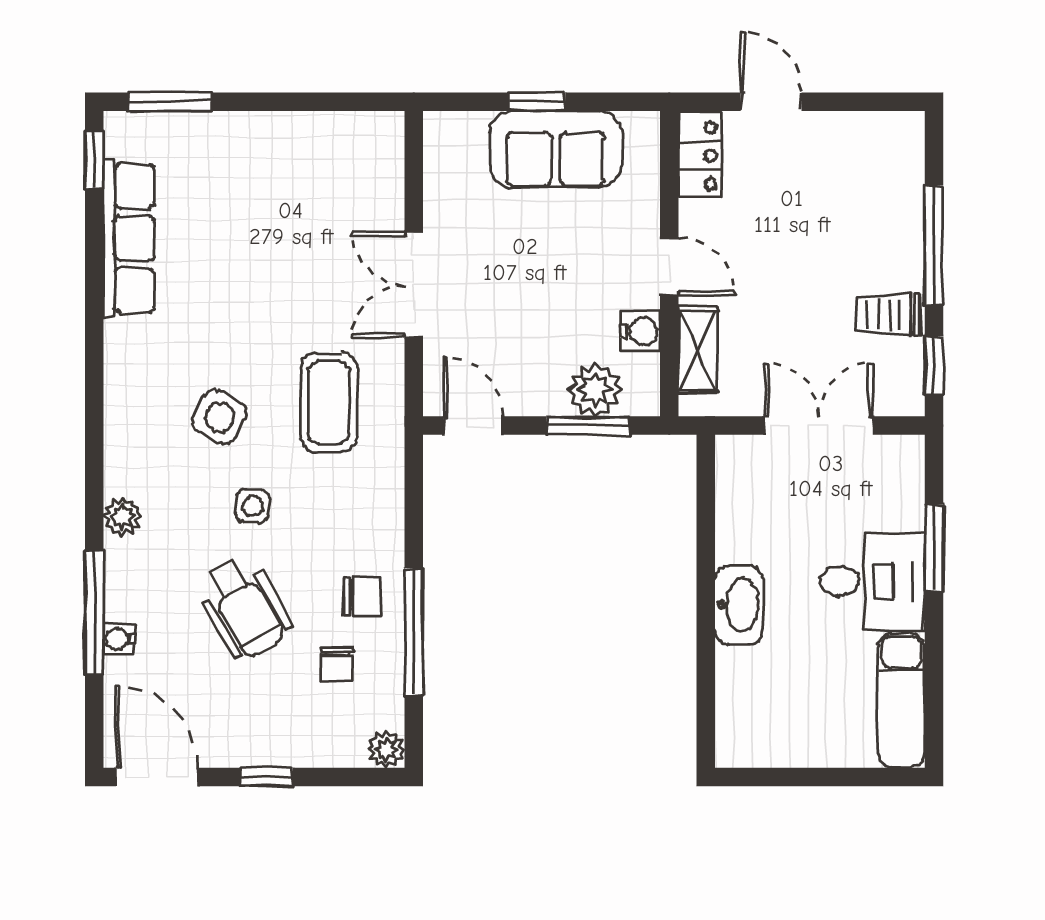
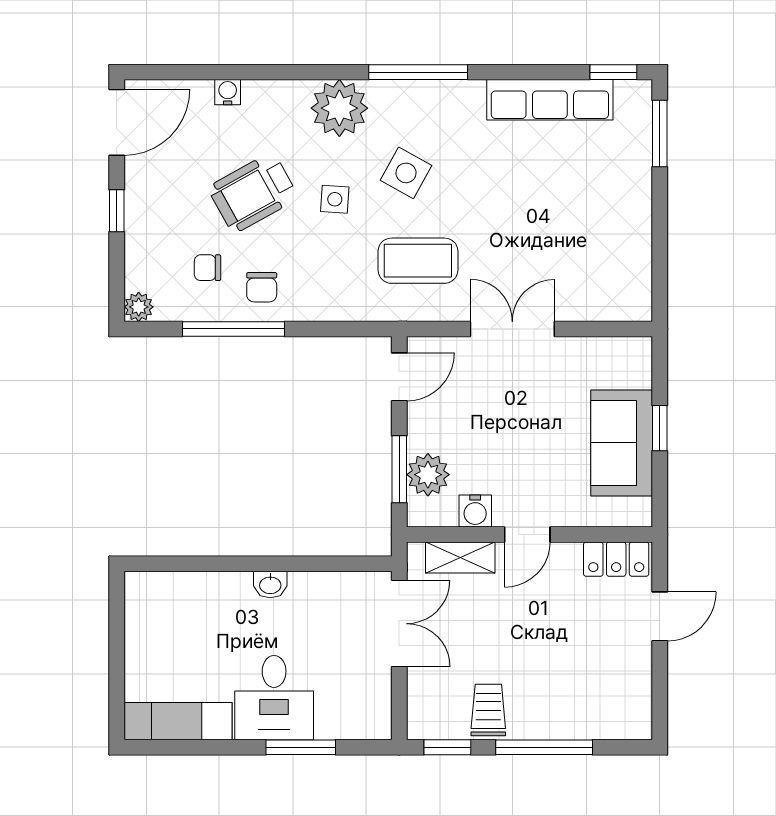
double door: (819, 426) -> (399, 624), moved
plant: (122, 517) -> (339, 108), width x1.87, depth x1.87
washbasin: (739, 605) -> (270, 585), width x0.52, depth x0.69
window: (94, 613) -> (418, 72), moved

